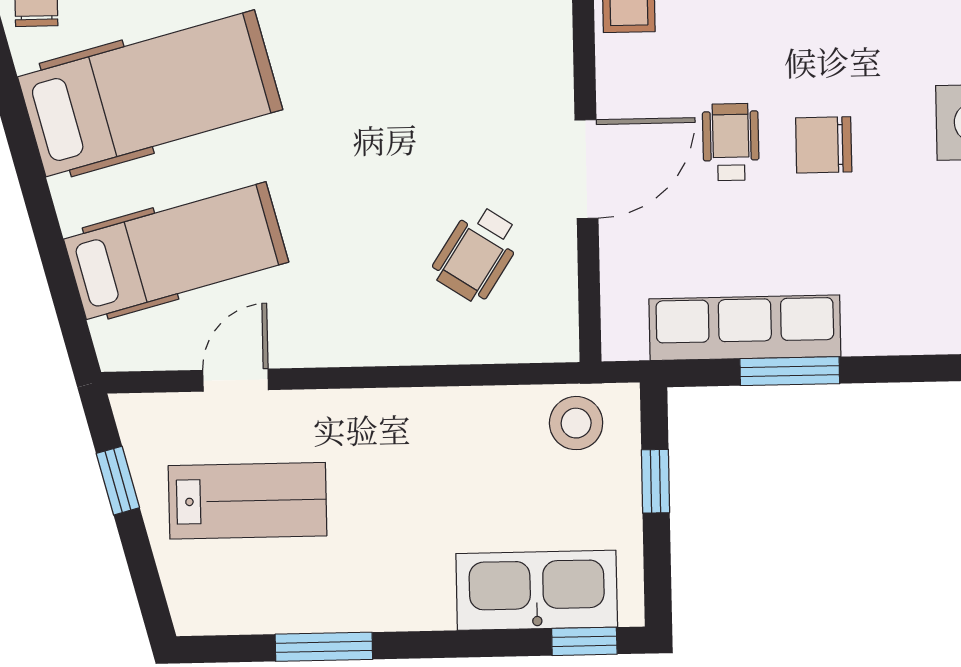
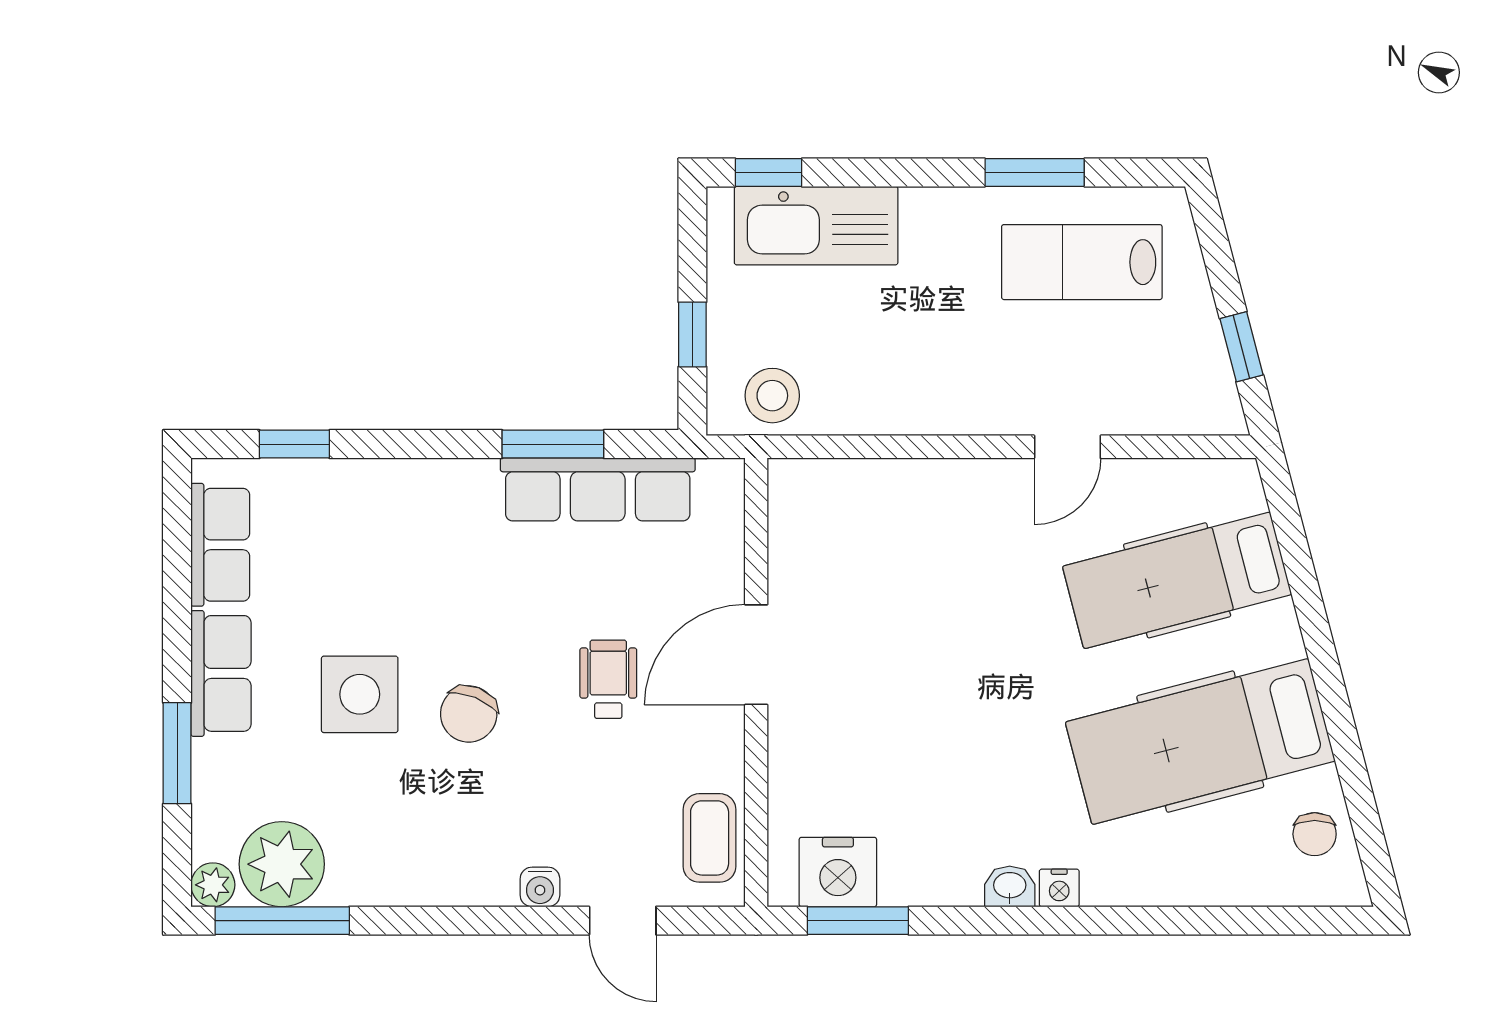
wheelchair: (731, 142) -> (608, 679), turned 180
chair: (824, 145) -> (469, 714), moved, turned 112
wheelchair: (477, 254) -> (870, 571), removed
door: (236, 380) -> (1067, 447), moved
lab bench: (248, 501) -> (1082, 262), moved

